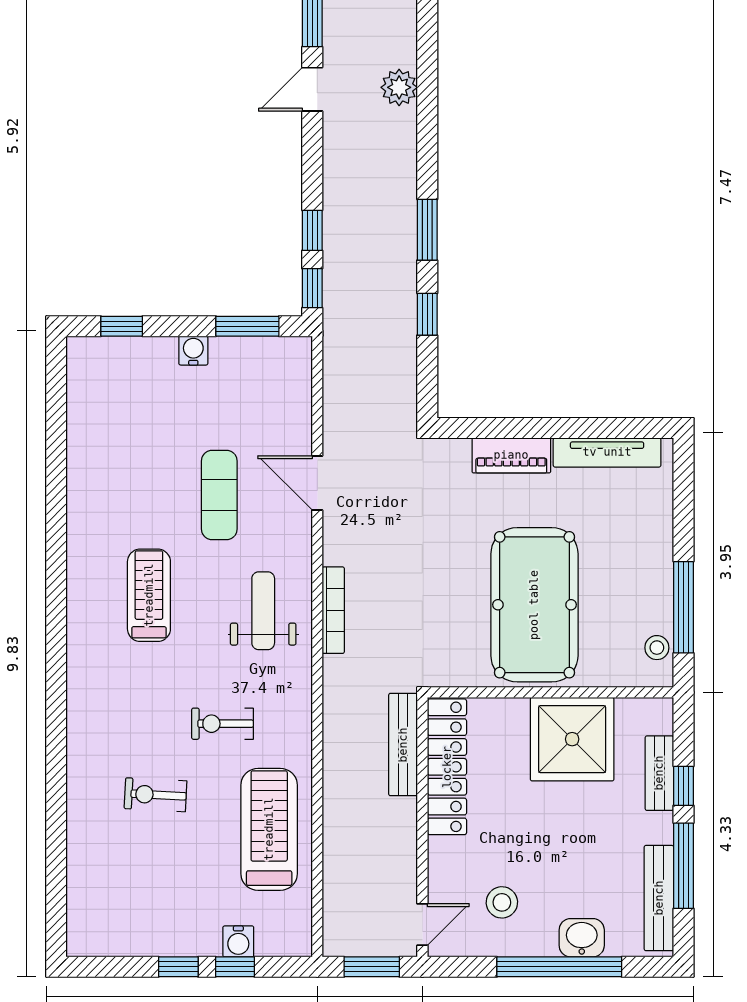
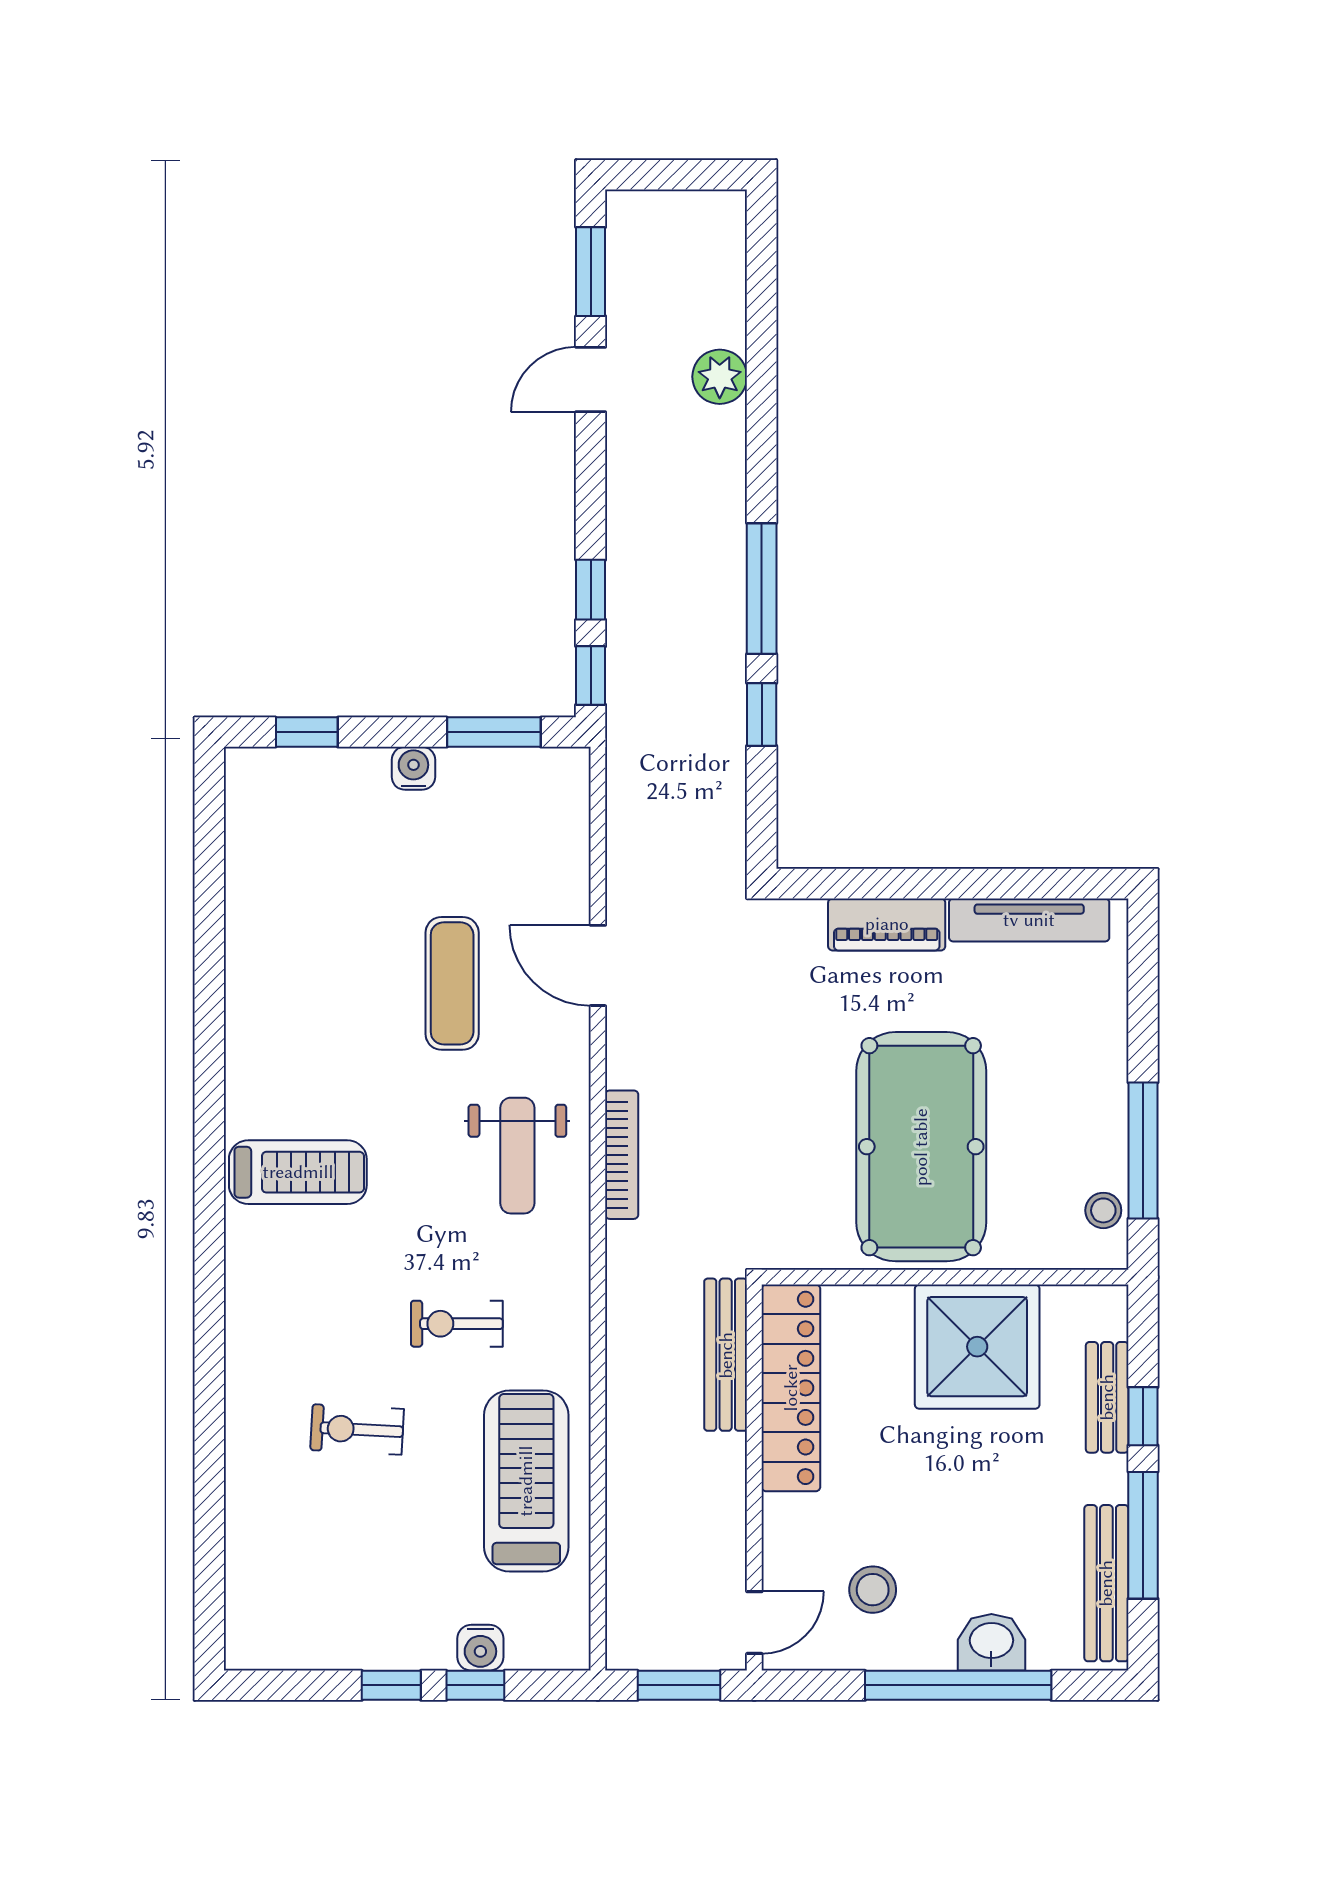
window: (427, 230) -> (762, 589), width x1.44
treadmill: (149, 595) -> (298, 1172), moved, turned 90
weight bench: (263, 611) -> (517, 1156), turned 180

